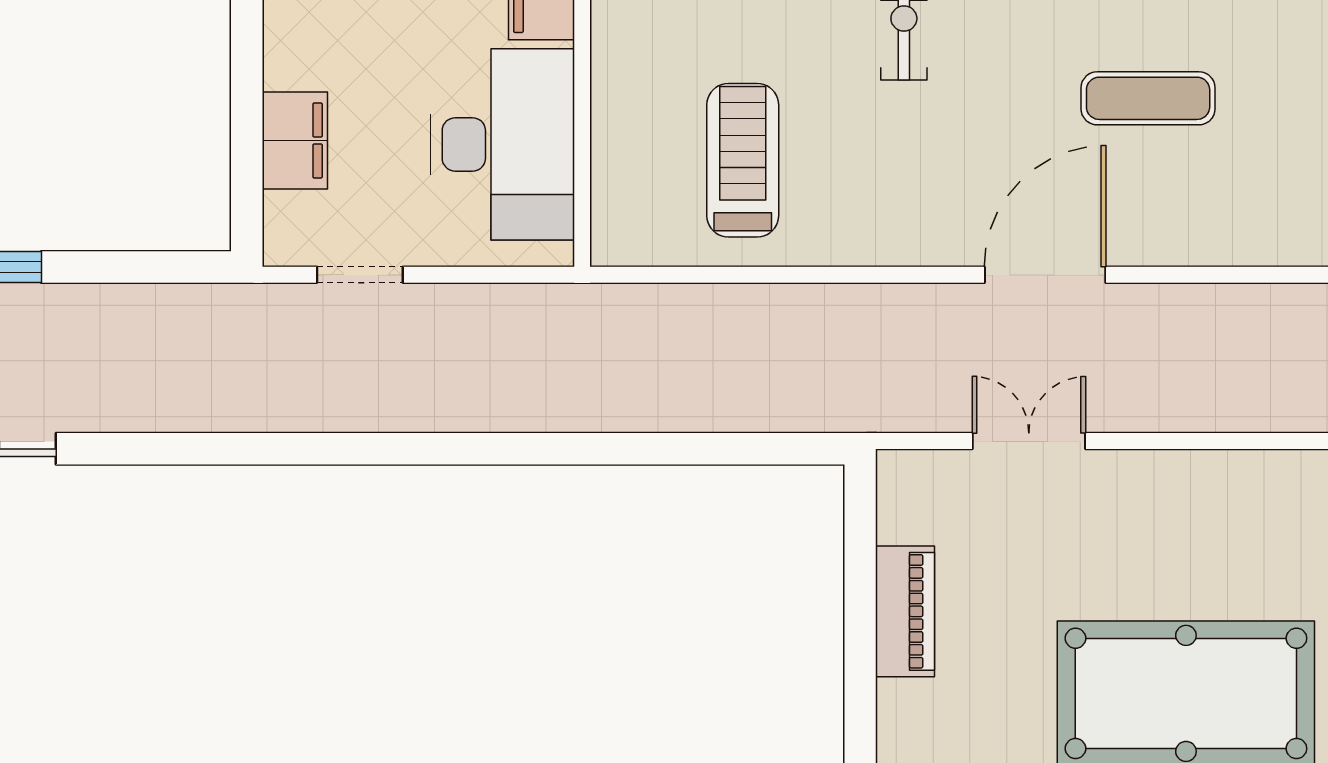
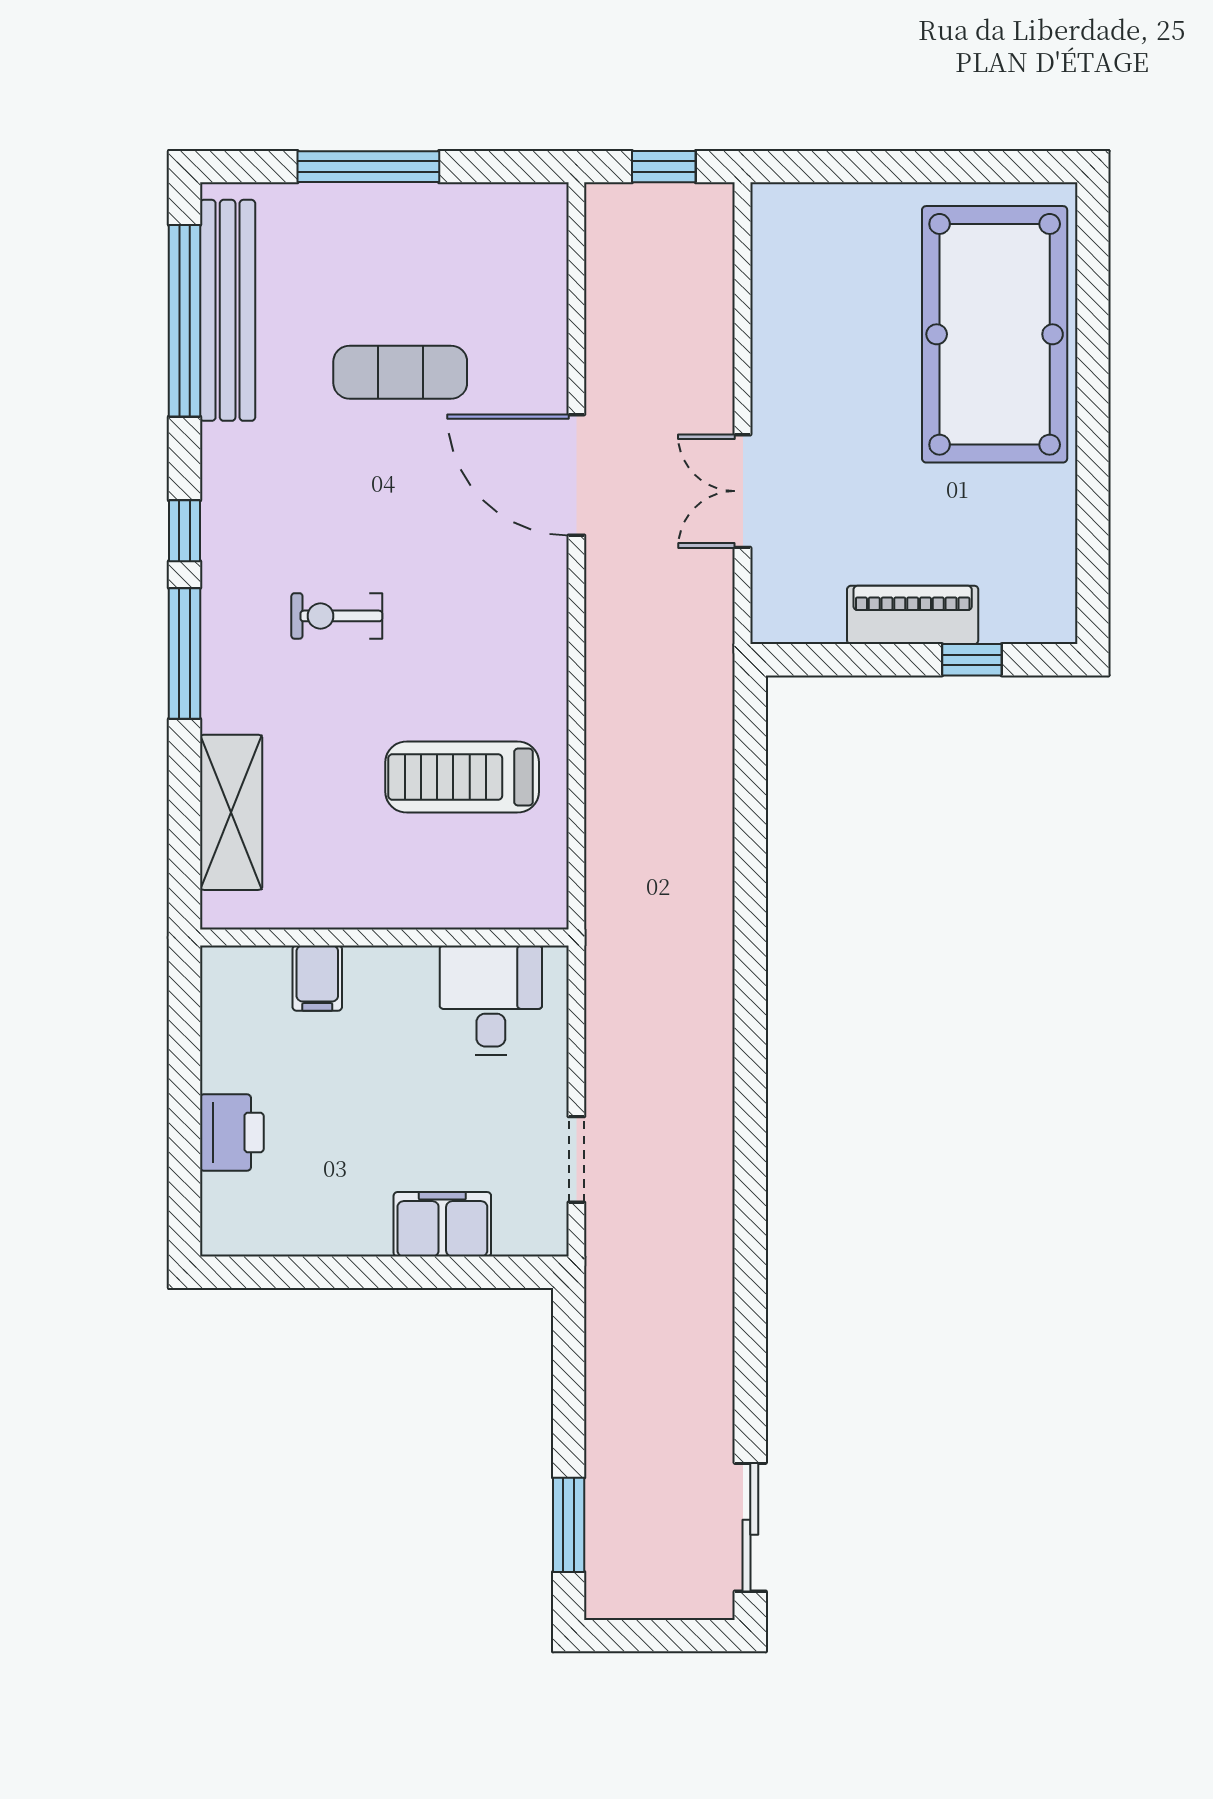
exercise mat: (1148, 98) -> (400, 372), turned 90
desk: (503, 144) -> (491, 1000), width x0.53, depth x0.77
window: (860, 671) -> (972, 660), added

